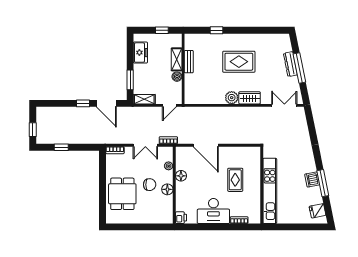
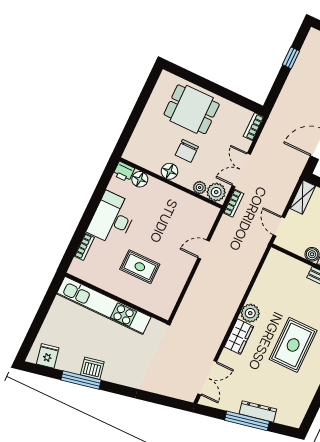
door: (206, 145) -> (204, 250), width x0.53
plant: (167, 154) -> (216, 192), added
floor lamp: (181, 176) -> (140, 179), moved

